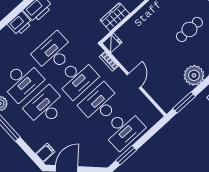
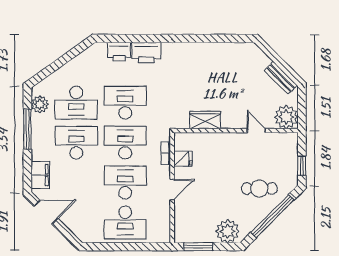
fridge: (112, 43) -> (183, 159), moved
desk: (77, 78) -> (125, 143), turned 180
filing cabinet: (45, 153) -> (40, 175), width x2.00
window: (126, 155) -> (107, 247), removed

